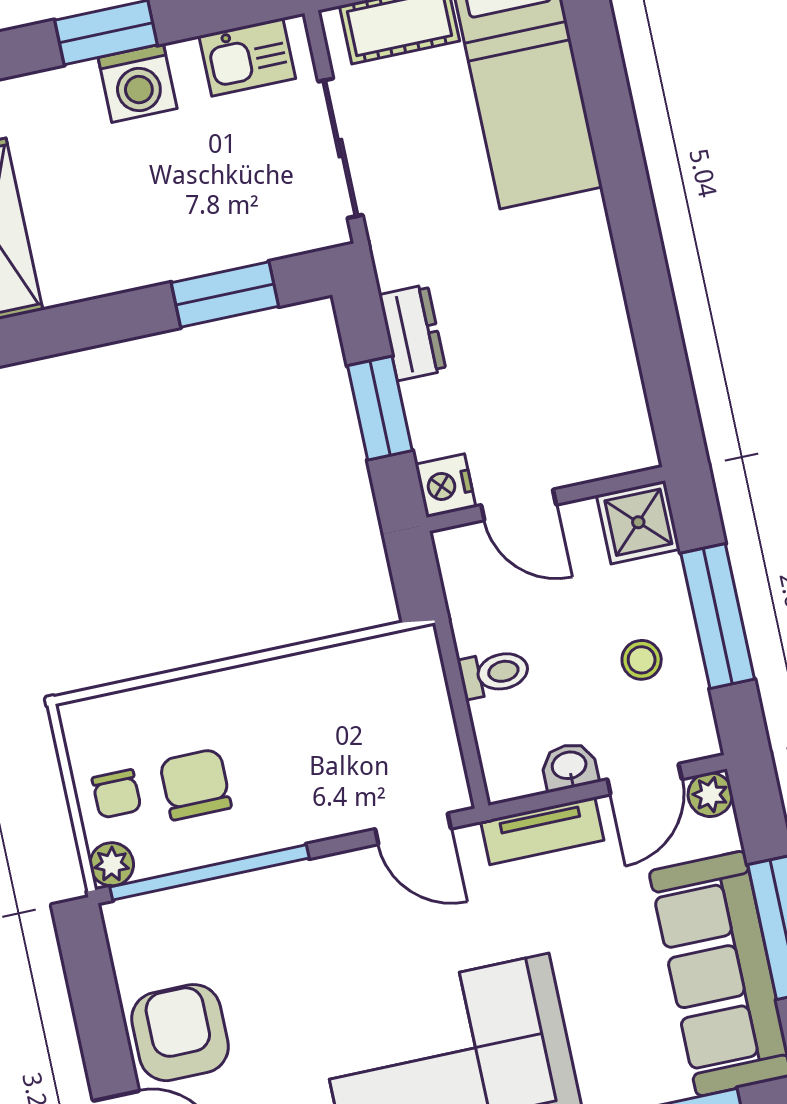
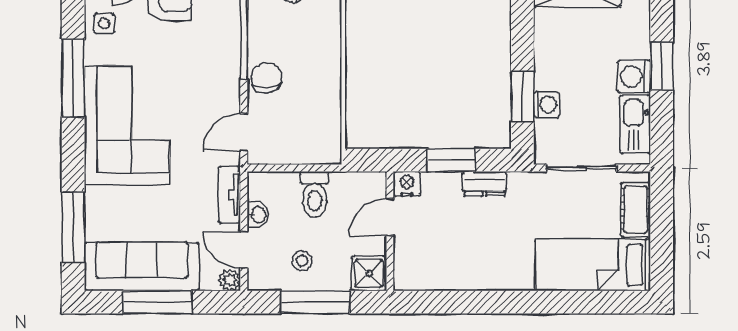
kitchen sink: (247, 57) -> (635, 124), width x1.38
washing machine: (230, 244) -> (546, 104), added
toilet: (494, 673) -> (315, 194), width x1.37, depth x1.39
chair: (195, 784) -> (266, 78), moved, turned -93

